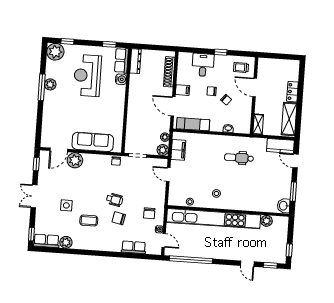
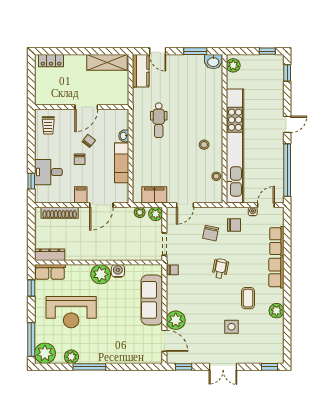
window: (67, 41) -> (31, 339), width x2.17
window: (221, 52) -> (31, 181), moved
water cooler: (121, 79) -> (118, 271), moved
plant: (50, 84) -> (71, 357), moved
door: (255, 87) -> (86, 107), moved
locker: (292, 92) -> (51, 61), moved
plant: (117, 102) -> (101, 274), added
exam couch: (193, 124) -> (122, 163), moved
shelving: (258, 124) -> (116, 100), removed
door: (295, 161) -> (158, 51), hinge flipped
chair: (119, 218) -> (211, 233), moved
plant: (267, 221) -> (233, 65), moved
row of seats: (46, 241) -> (276, 272), moved
plant: (66, 242) -> (277, 311), moved
door: (247, 264) -> (287, 124), moved

